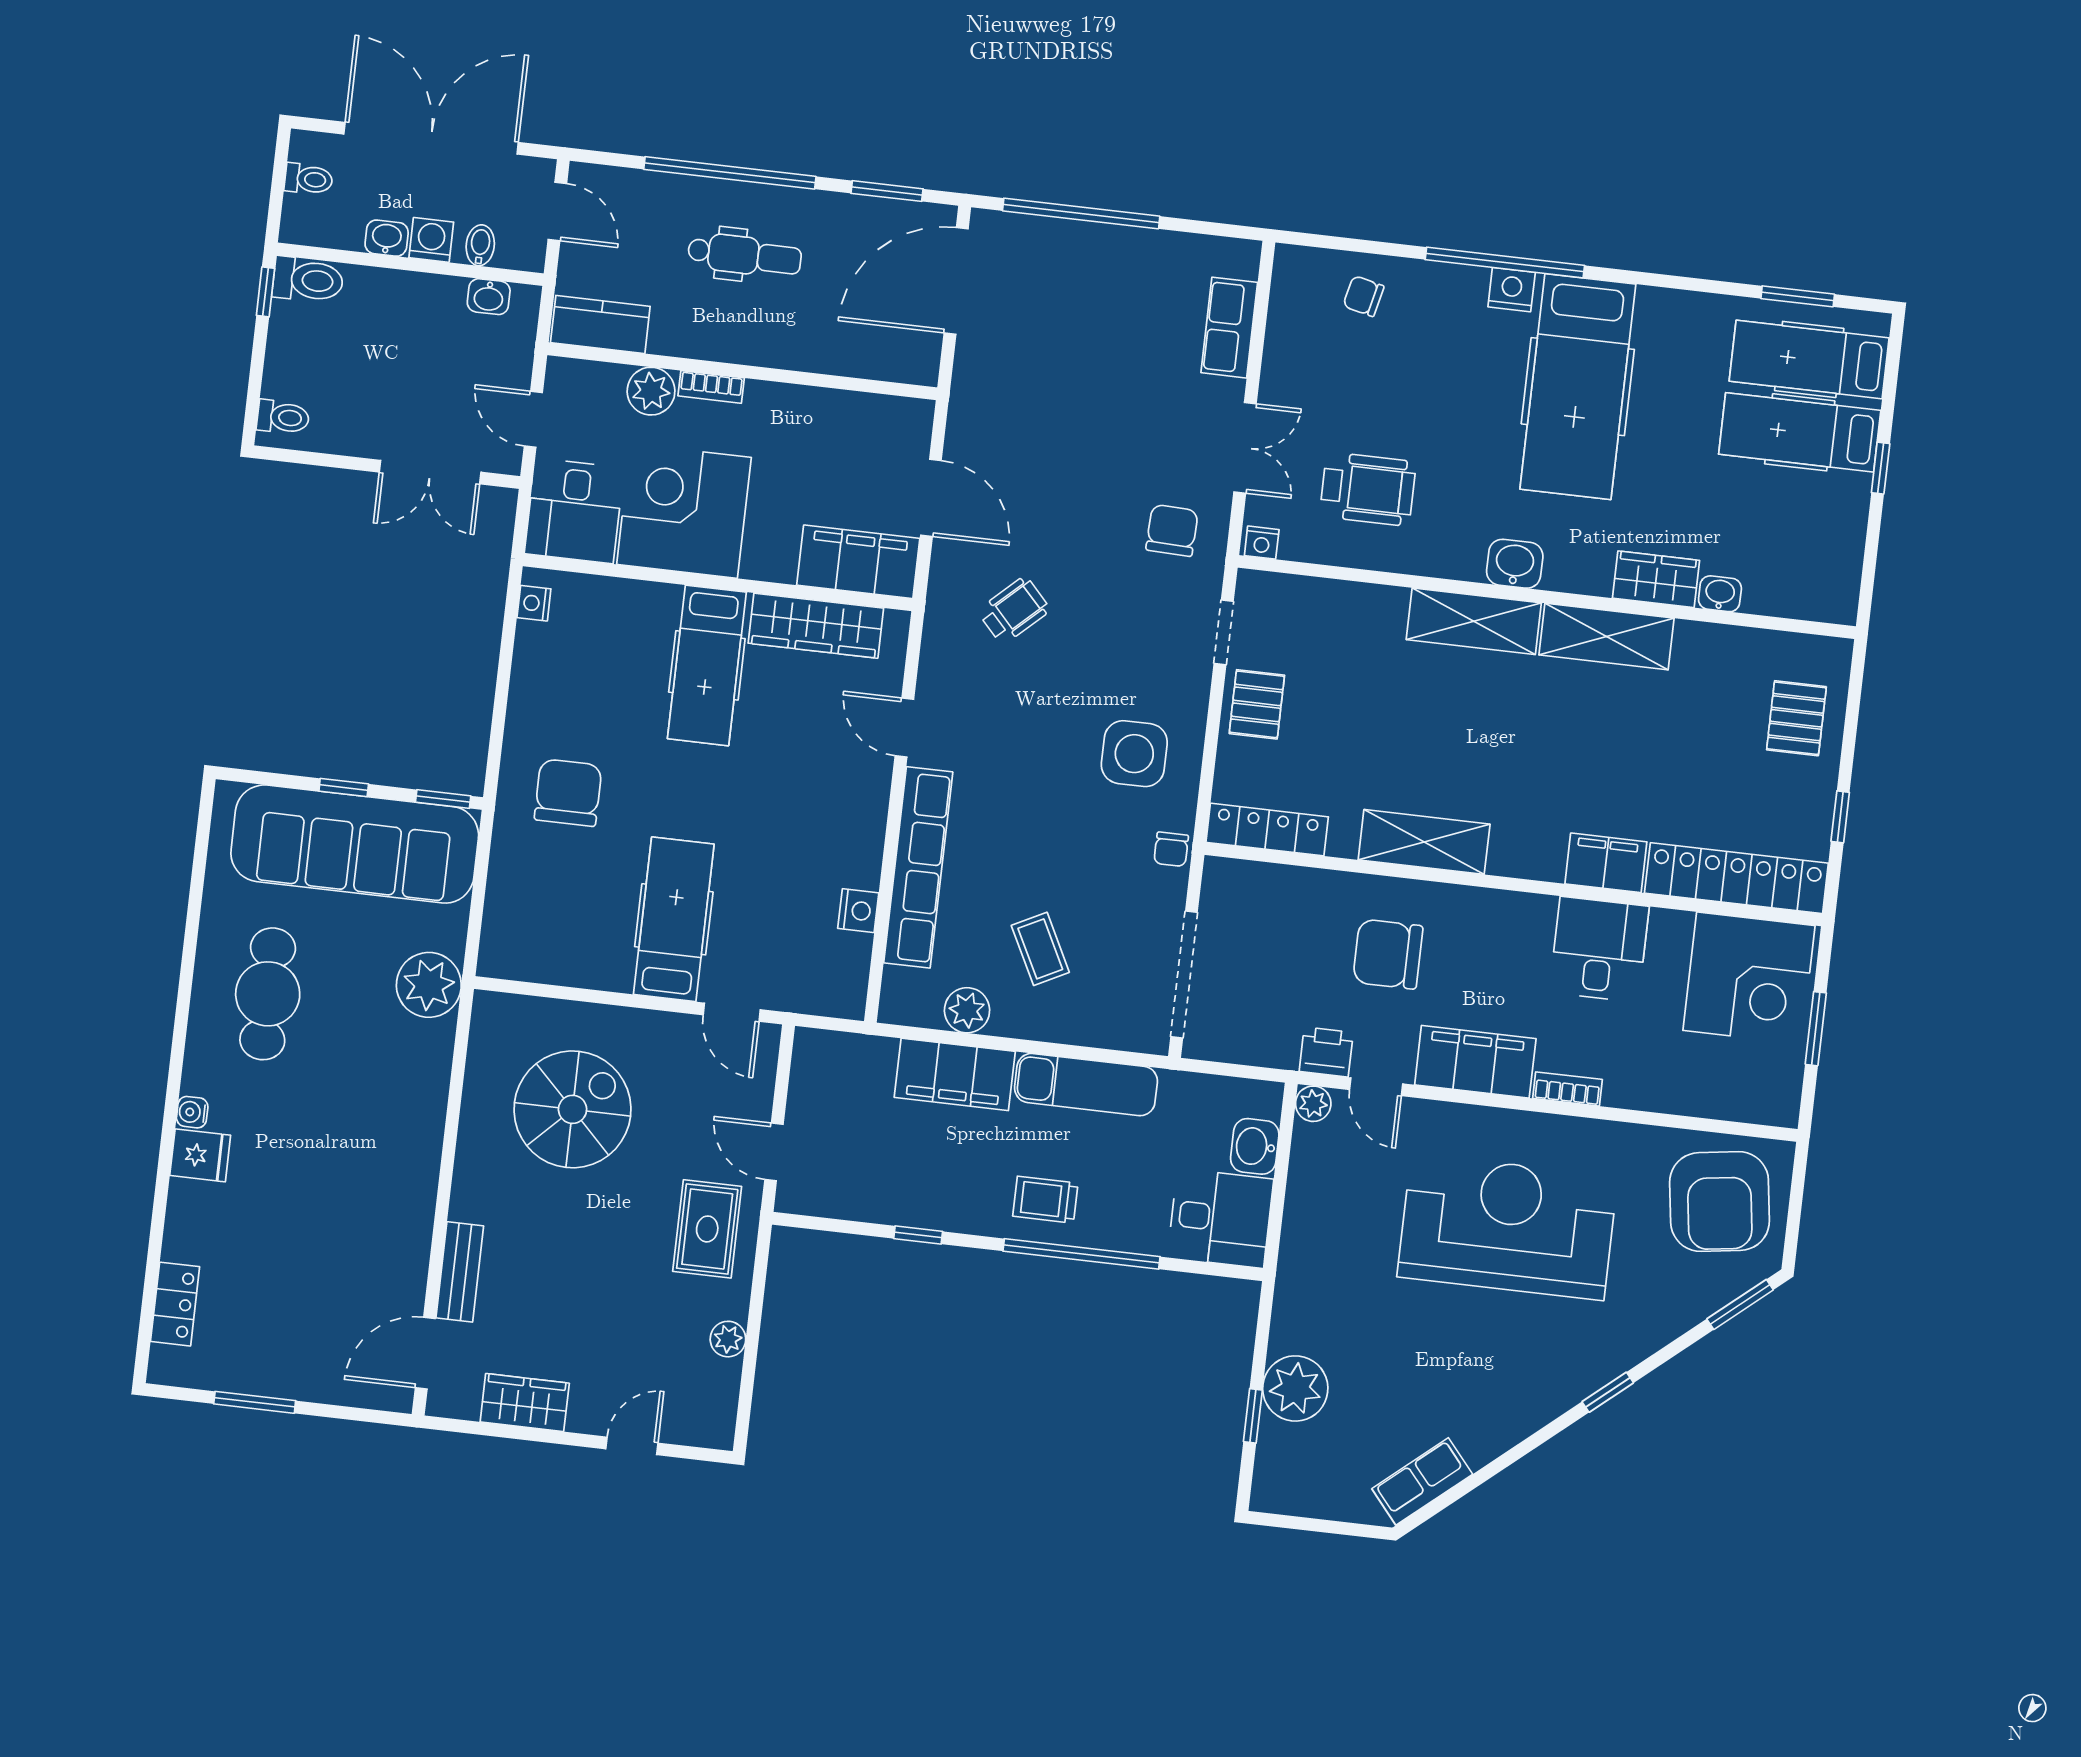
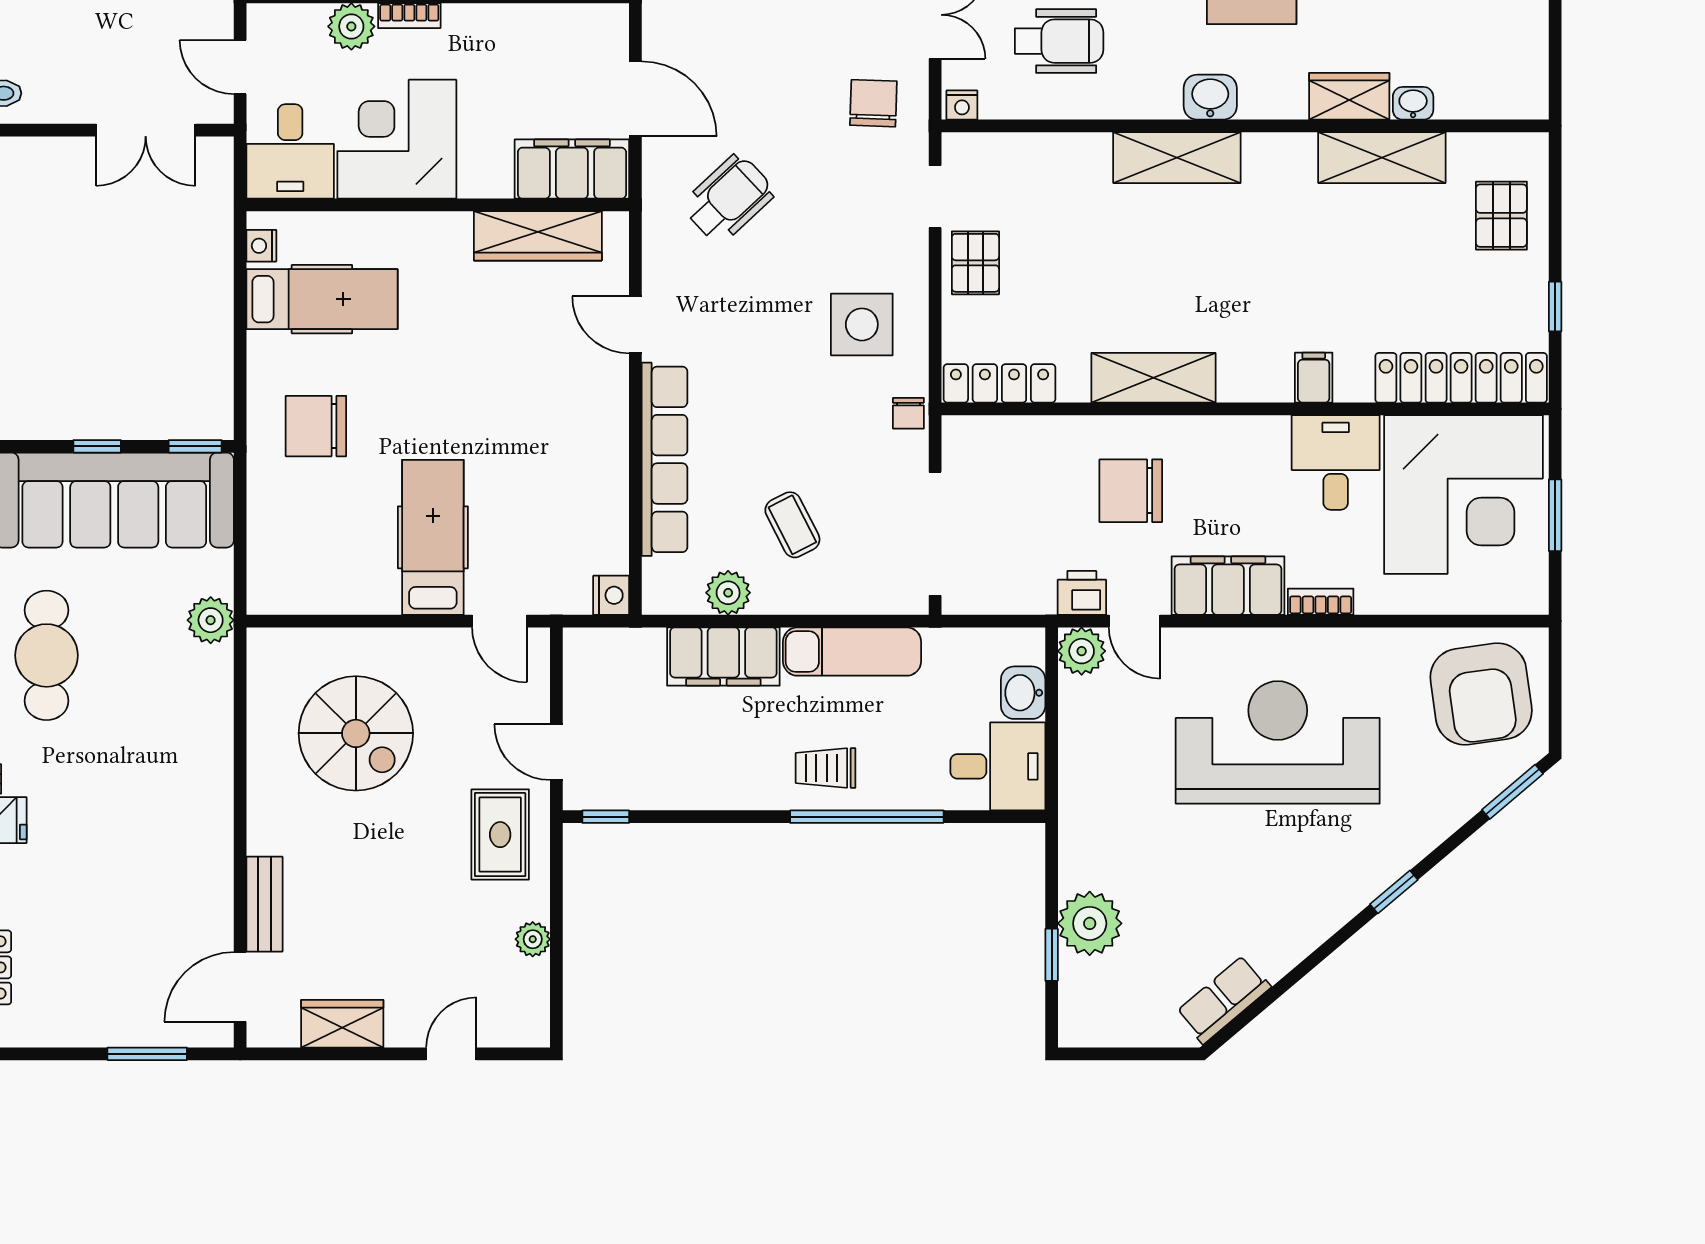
wheelchair: (1014, 610) -> (729, 199), width x1.36, depth x1.37
shelving: (1606, 637) -> (1382, 158), moved
hospital bed: (707, 665) -> (322, 299), moved, turned -90
chair: (568, 793) -> (316, 426), turned -90
filing cabinet: (1606, 863) -> (1314, 378), width x0.50
nightstand: (858, 911) -> (611, 595), moved
corner desk: (1749, 978) -> (1463, 495), width x1.36, depth x1.36
plant: (429, 985) -> (211, 620), width x0.73, depth x0.73
plant: (1313, 1104) -> (1082, 651), width x1.38, depth x1.38
spiral stairs: (573, 1109) -> (356, 733), turned 90
window: (918, 1235) -> (606, 817), moved
window: (255, 1402) -> (147, 1054), moved

